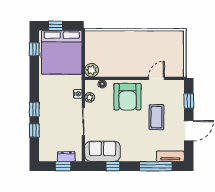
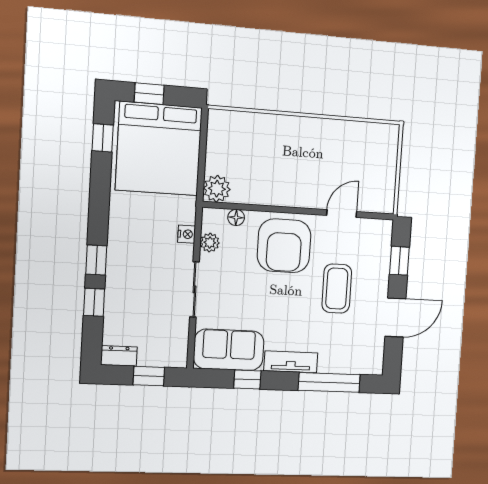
tv unit: (170, 156) -> (291, 362), moved
dresser: (66, 157) -> (119, 356), moved

